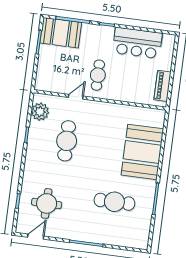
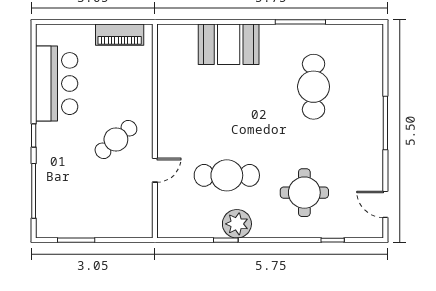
booth: (61, 33) -> (56, 207), removed
cafe table: (98, 75) -> (116, 140), turned -41
door: (76, 97) -> (155, 170), swing flipped
plant: (40, 112) -> (237, 224), moved
booth: (142, 152) -> (229, 44), width x0.73, depth x0.70
round table: (47, 203) -> (304, 193), moved

